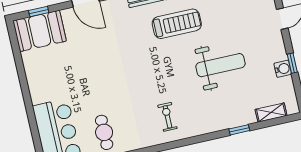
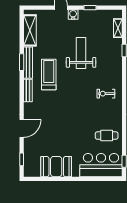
booth: (40, 31) -> (56, 167), moved, turned 90
water cooler: (283, 69) -> (73, 14), moved

